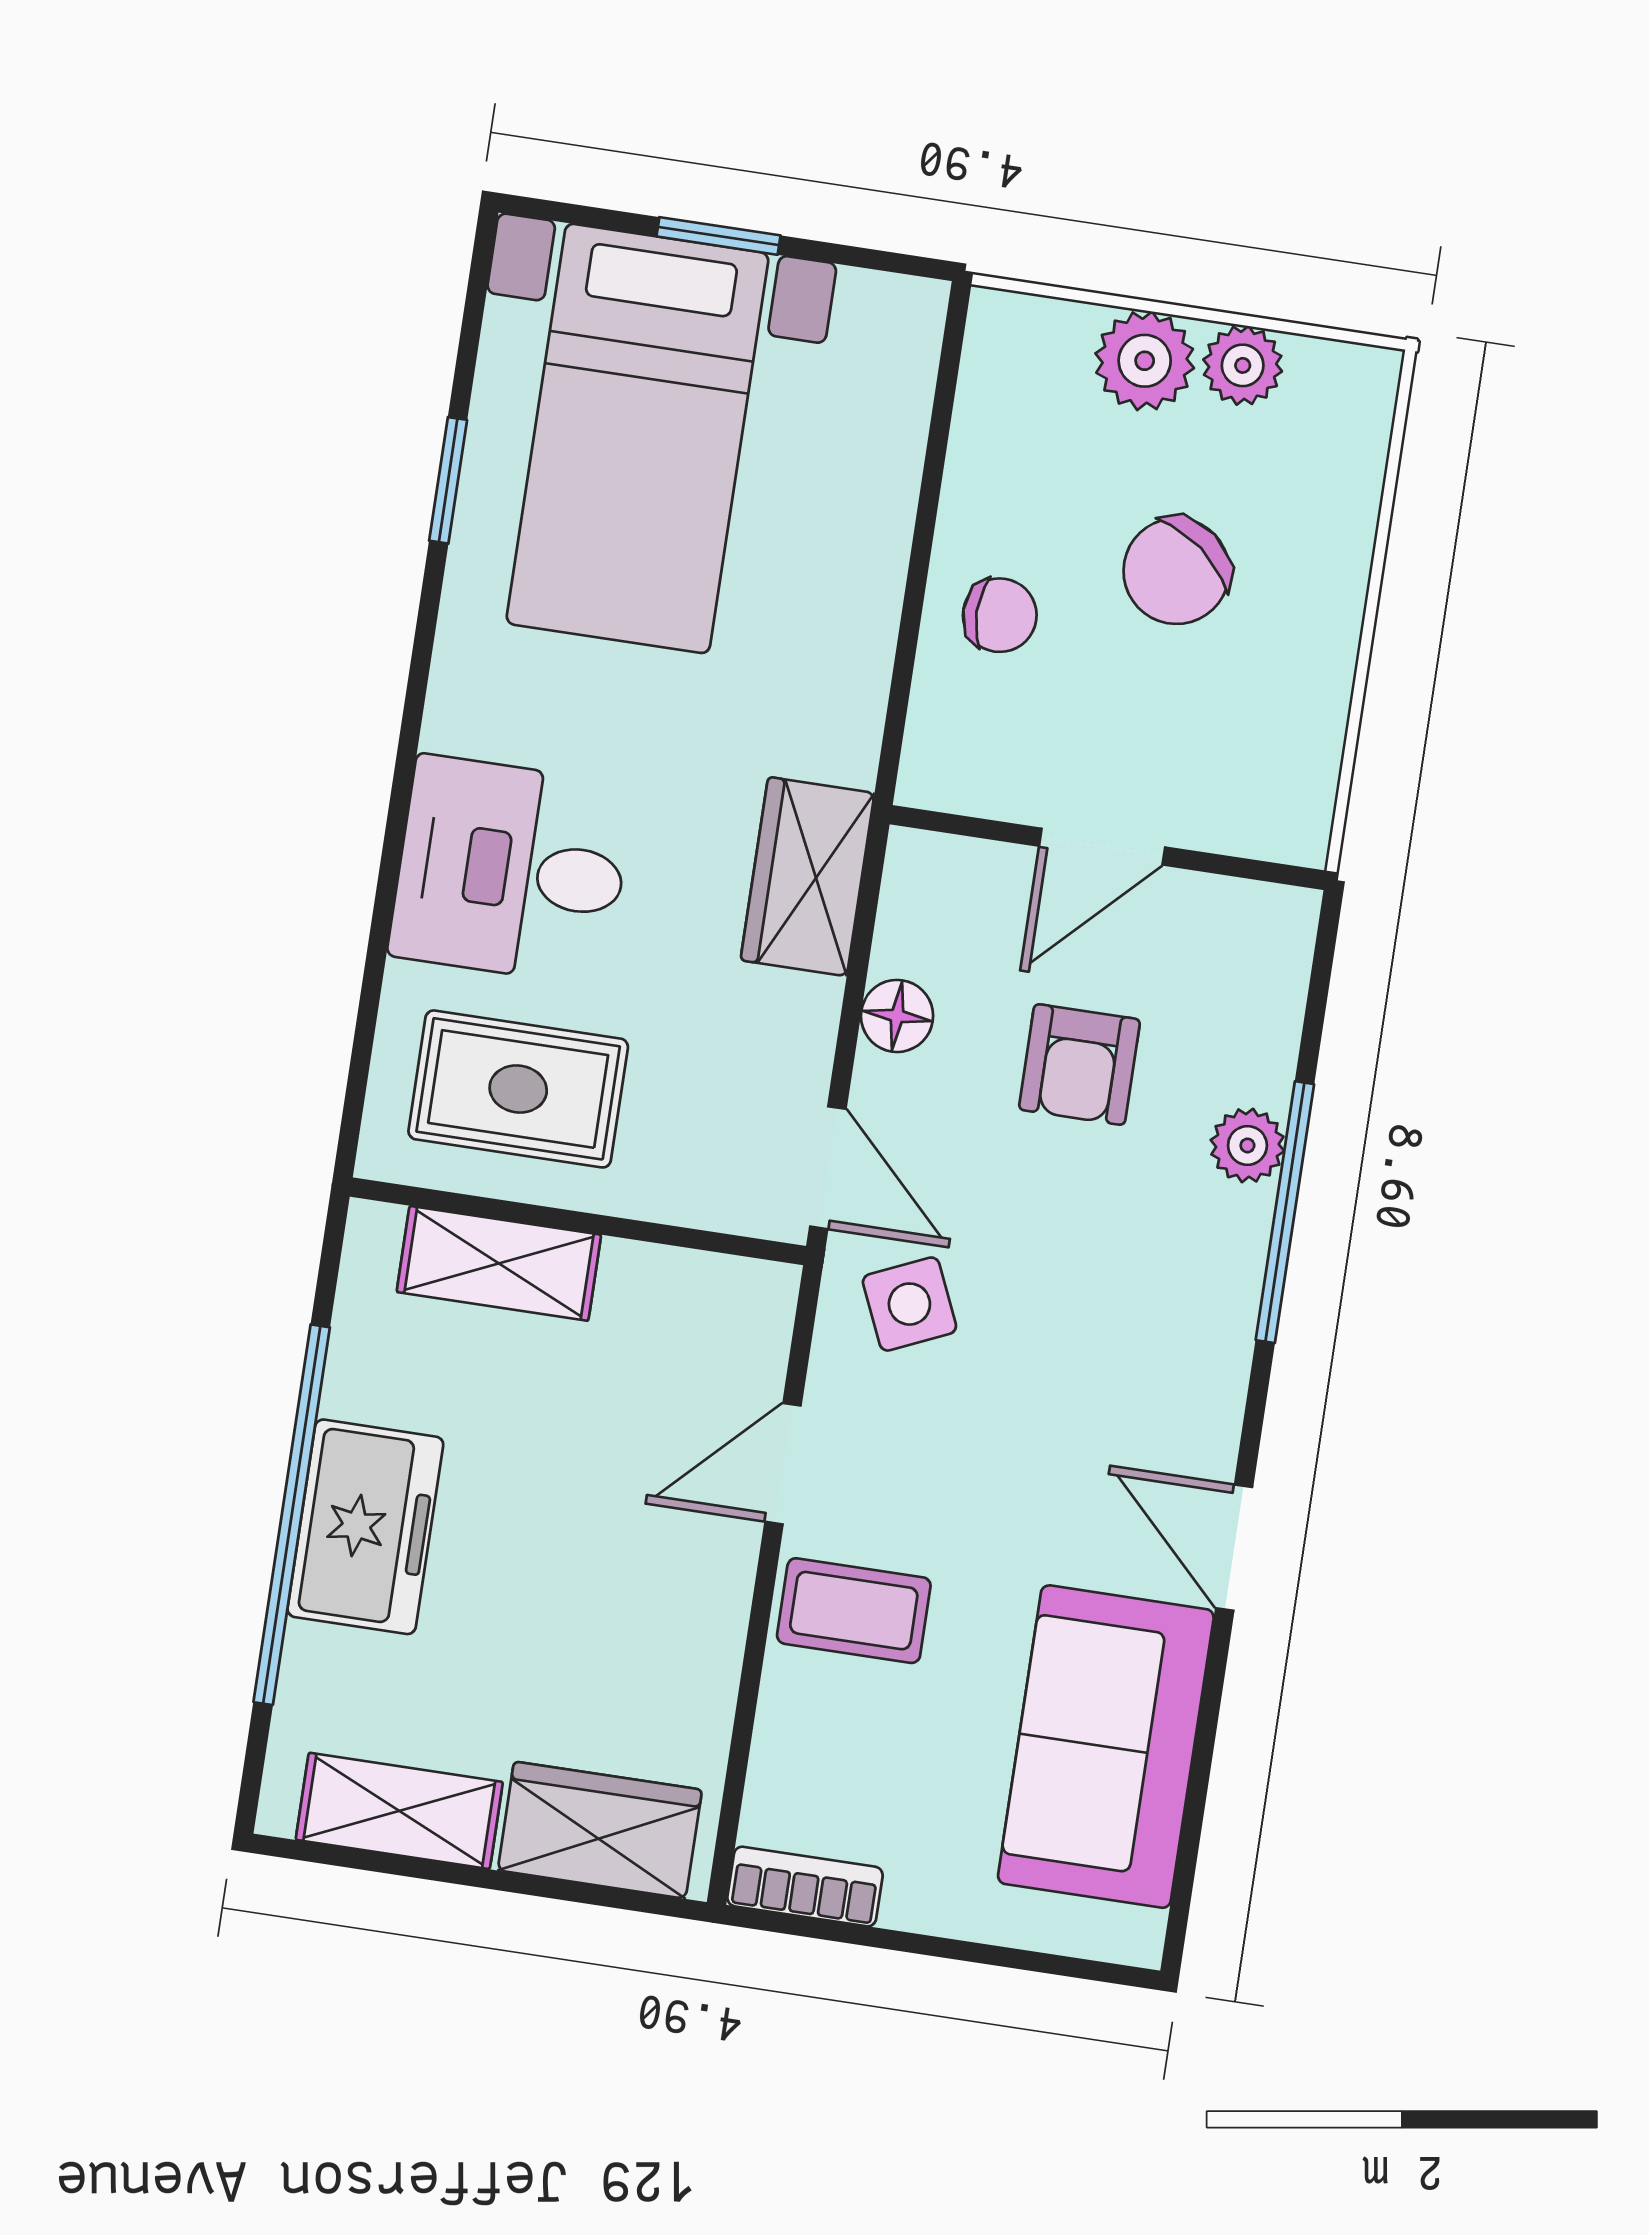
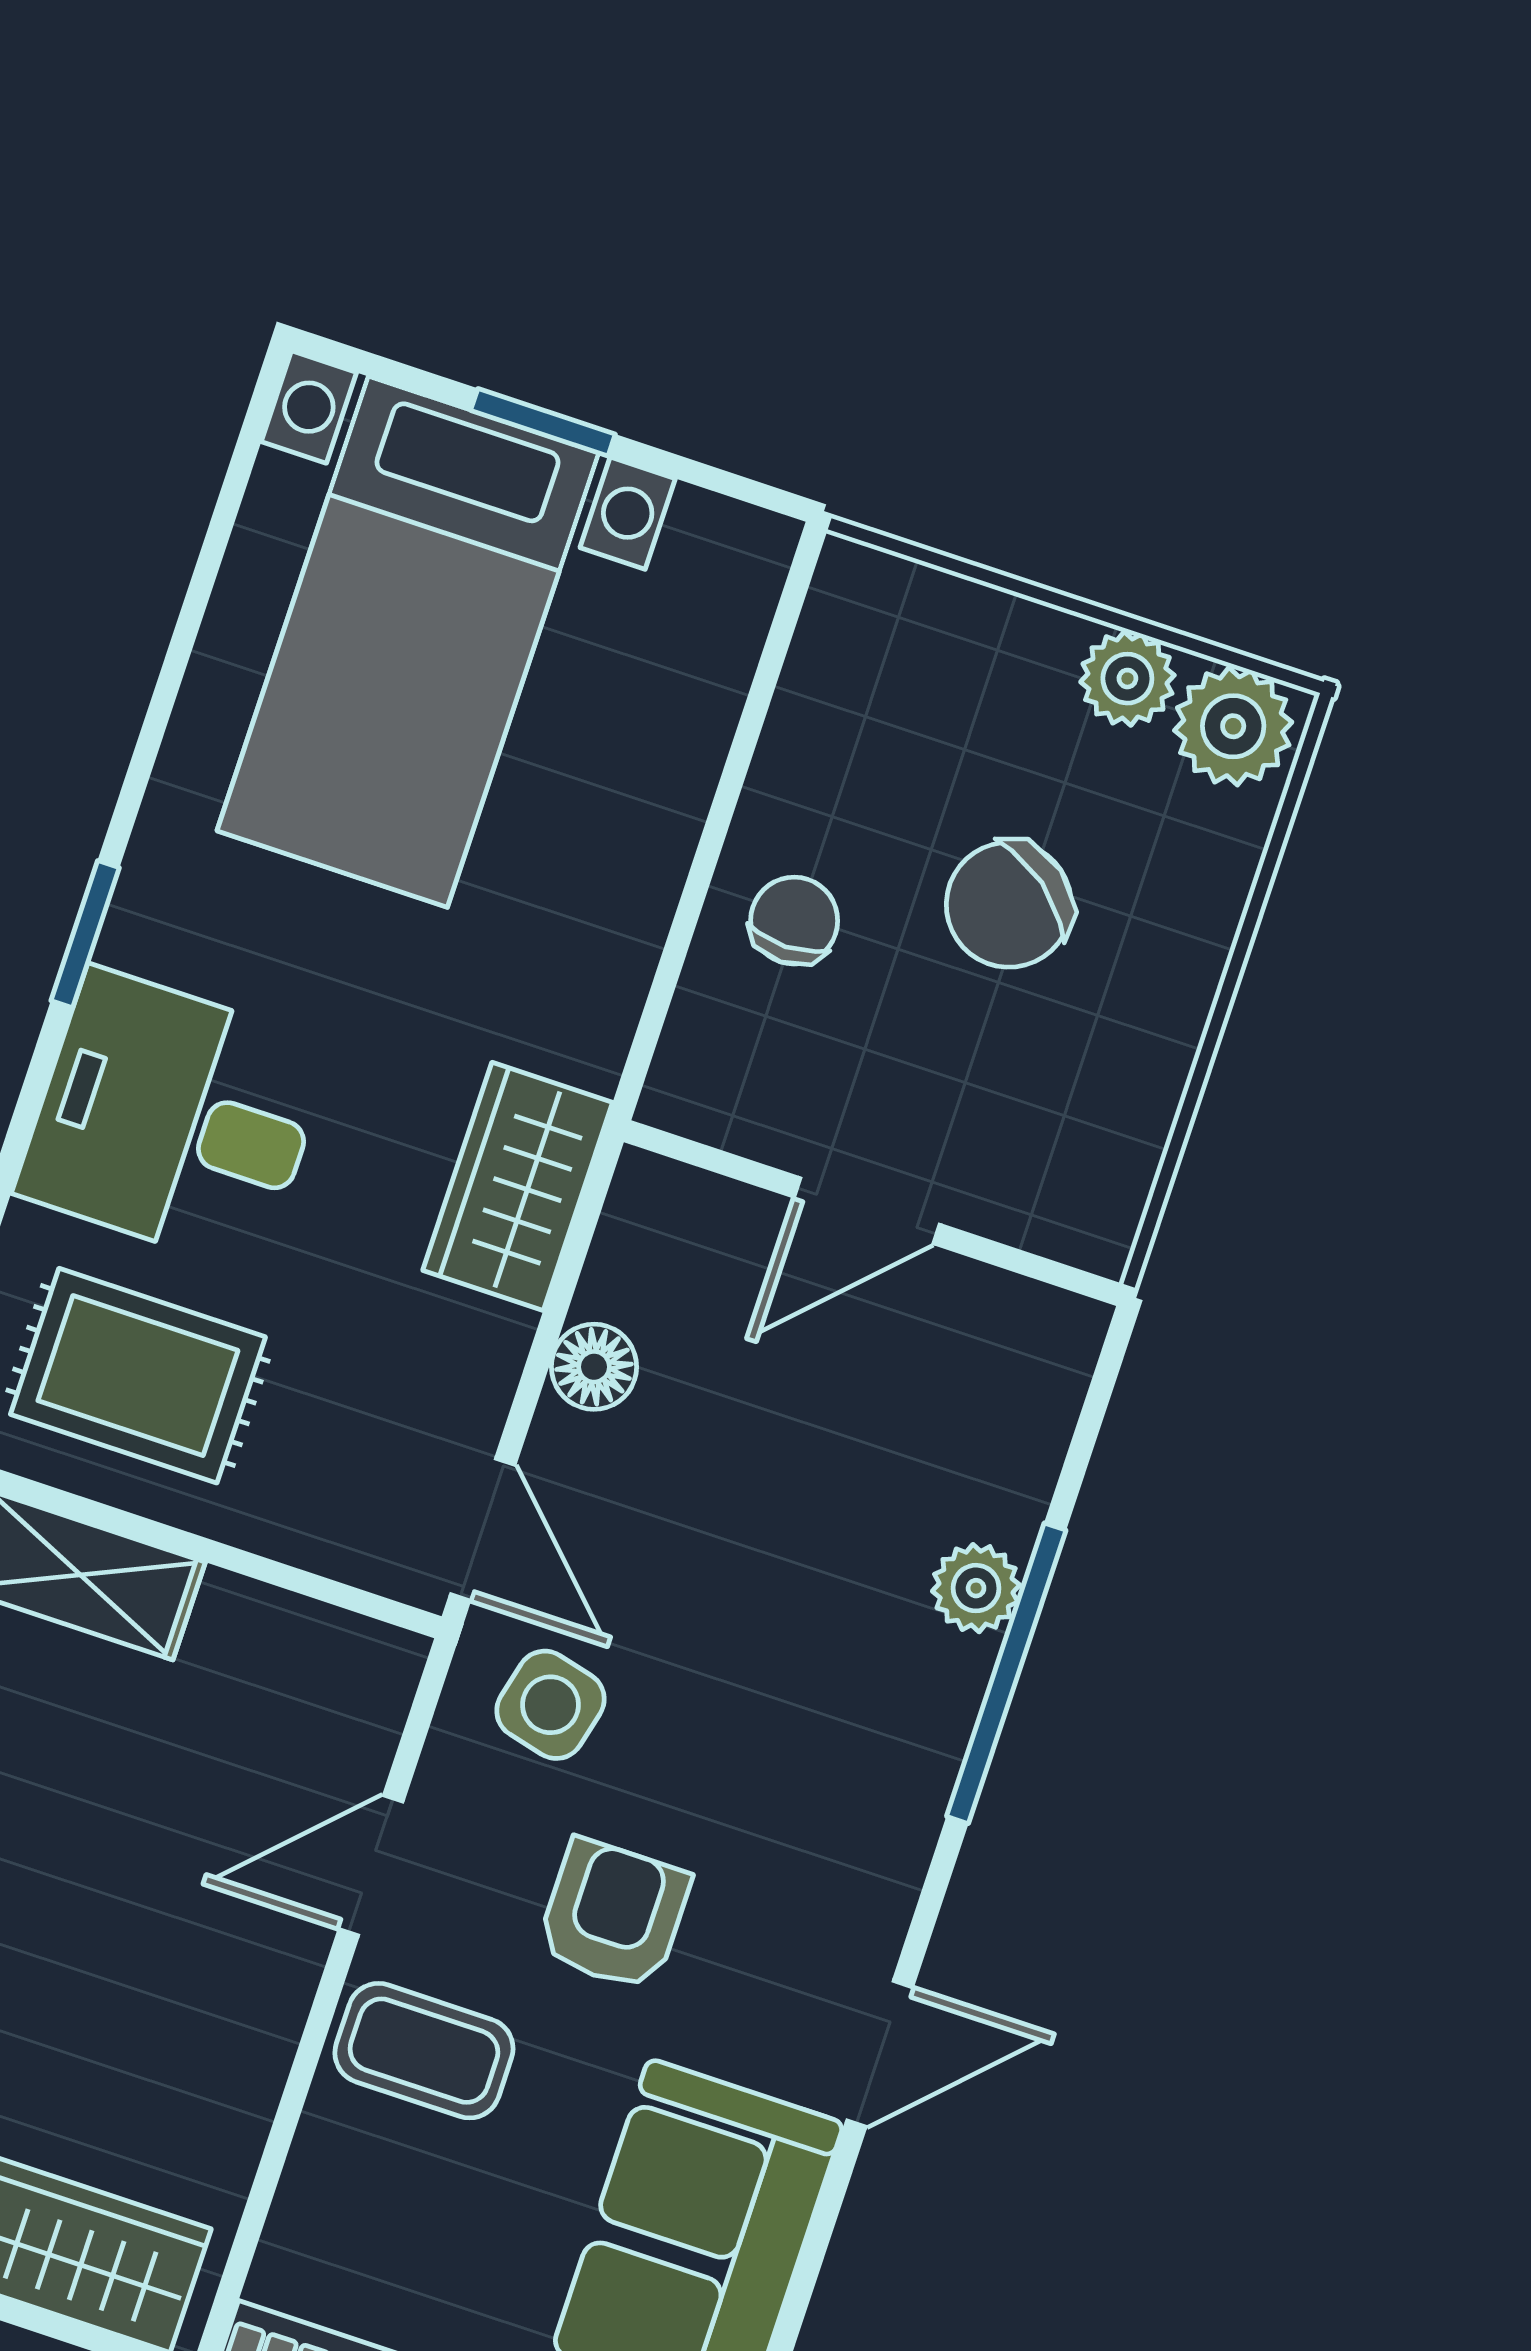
plant: (1145, 361) -> (1233, 726), moved
window: (448, 480) -> (85, 934), moved
chair: (1000, 615) -> (794, 921), turned -90
armchair: (1079, 1065) -> (613, 1915), moved, turned 180
side table: (909, 1304) -> (550, 1705), turned 38
door: (1234, 1548) -> (880, 2054), swing flipped

